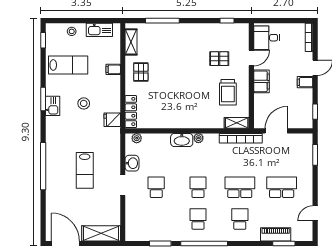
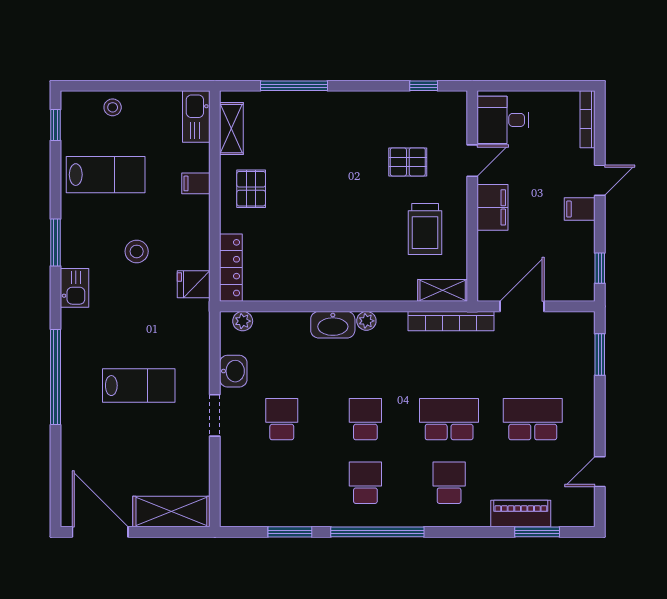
kitchen sink: (99, 30) -> (196, 117), moved, turned 90
kitchen sink: (53, 106) -> (75, 288), moved
lab bench: (85, 170) -> (139, 386), turned -90

